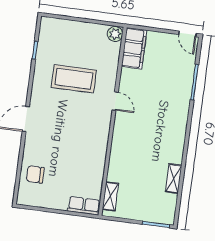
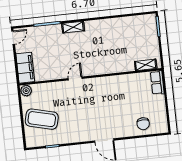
filing cabinet: (134, 48) -> (25, 68), moved, turned 90
coffee table: (74, 79) -> (42, 119), moved, turned -76
shelving: (174, 179) -> (73, 27), moved

